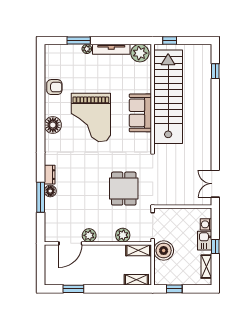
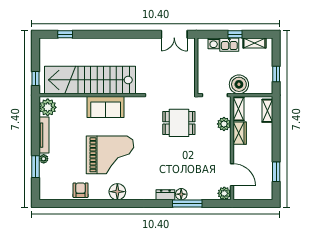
plant: (89, 235) -> (224, 193), moved
wardrobe: (113, 251) -> (240, 133), added

